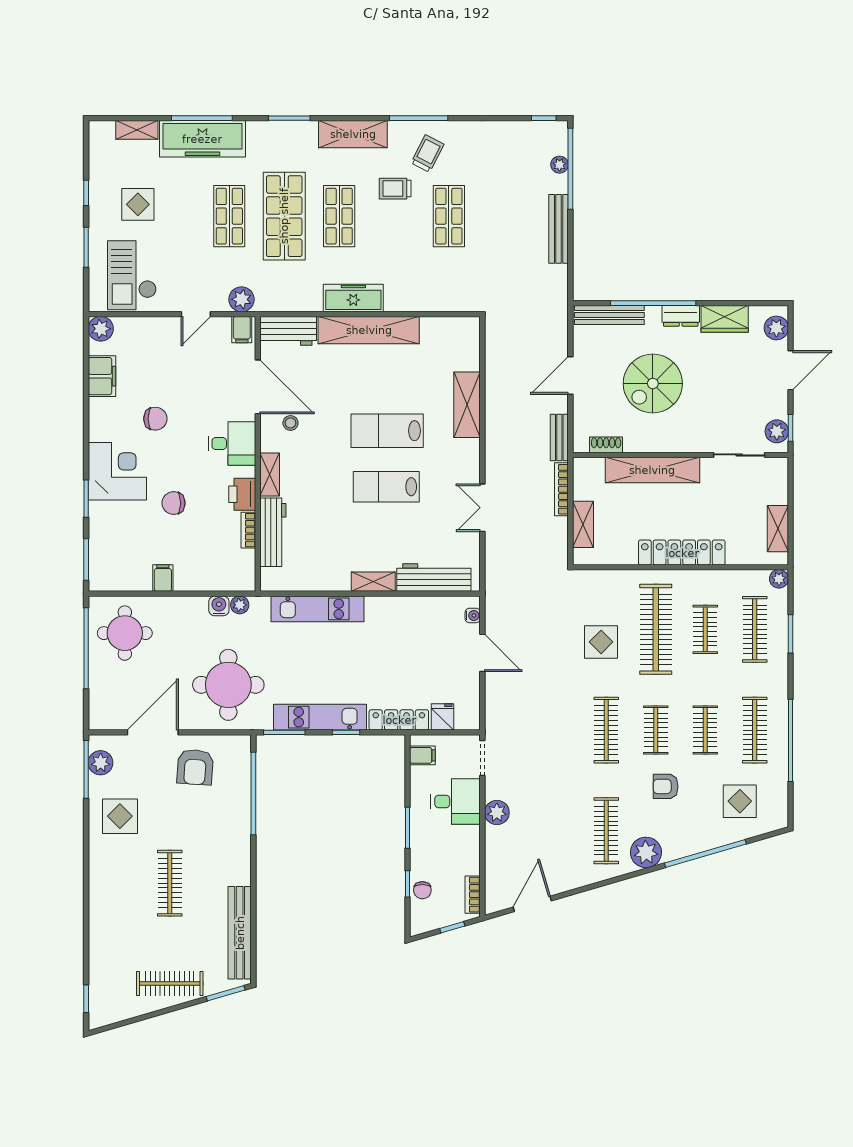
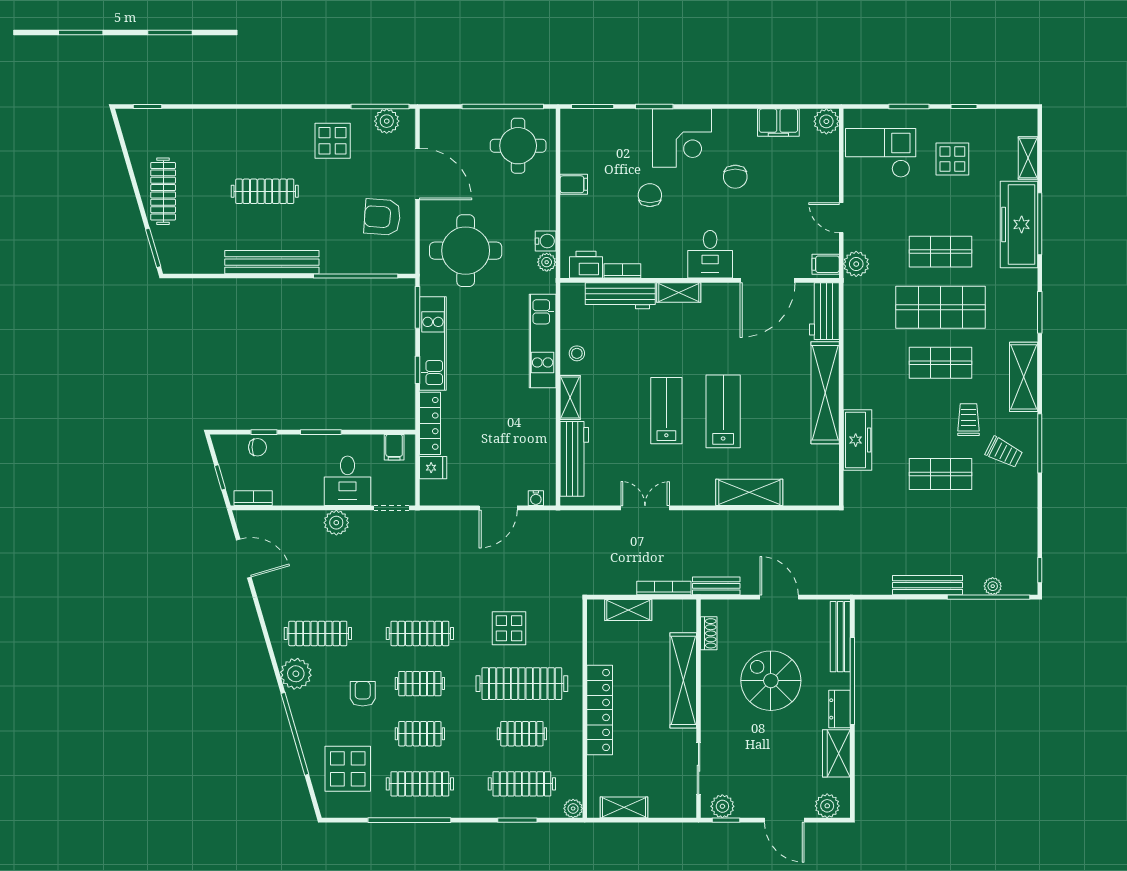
freezer: (353, 298) -> (858, 440), moved
stool: (290, 423) -> (577, 353), moved
printer: (242, 494) -> (586, 265), moved
display table: (740, 801) -> (348, 769), width x1.36, depth x1.36
chair: (422, 890) -> (258, 447), turned 180
bench: (240, 933) -> (272, 262), moved

